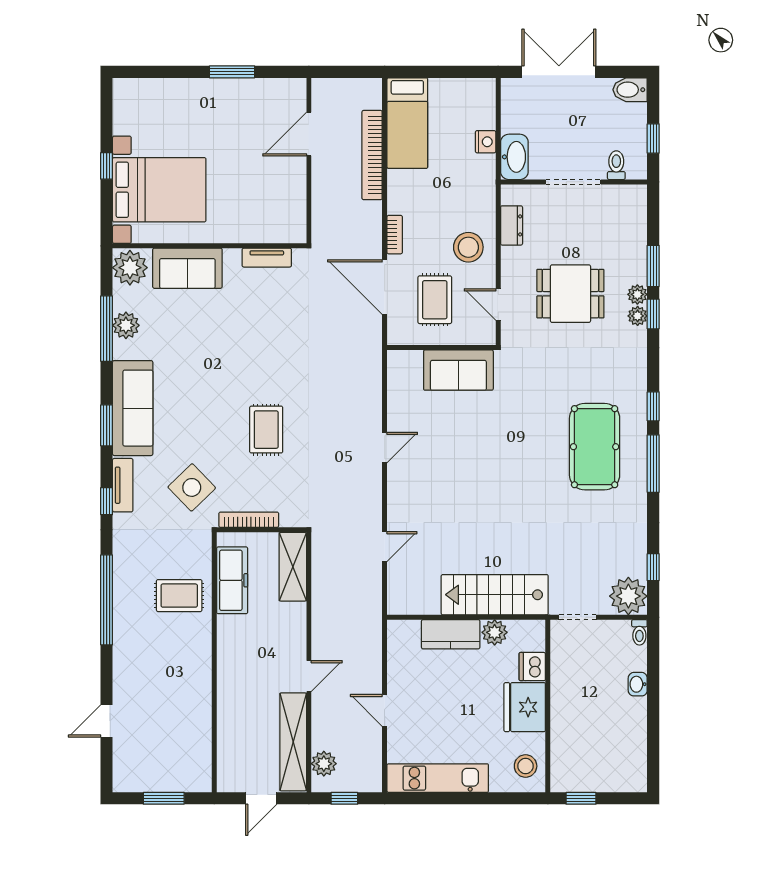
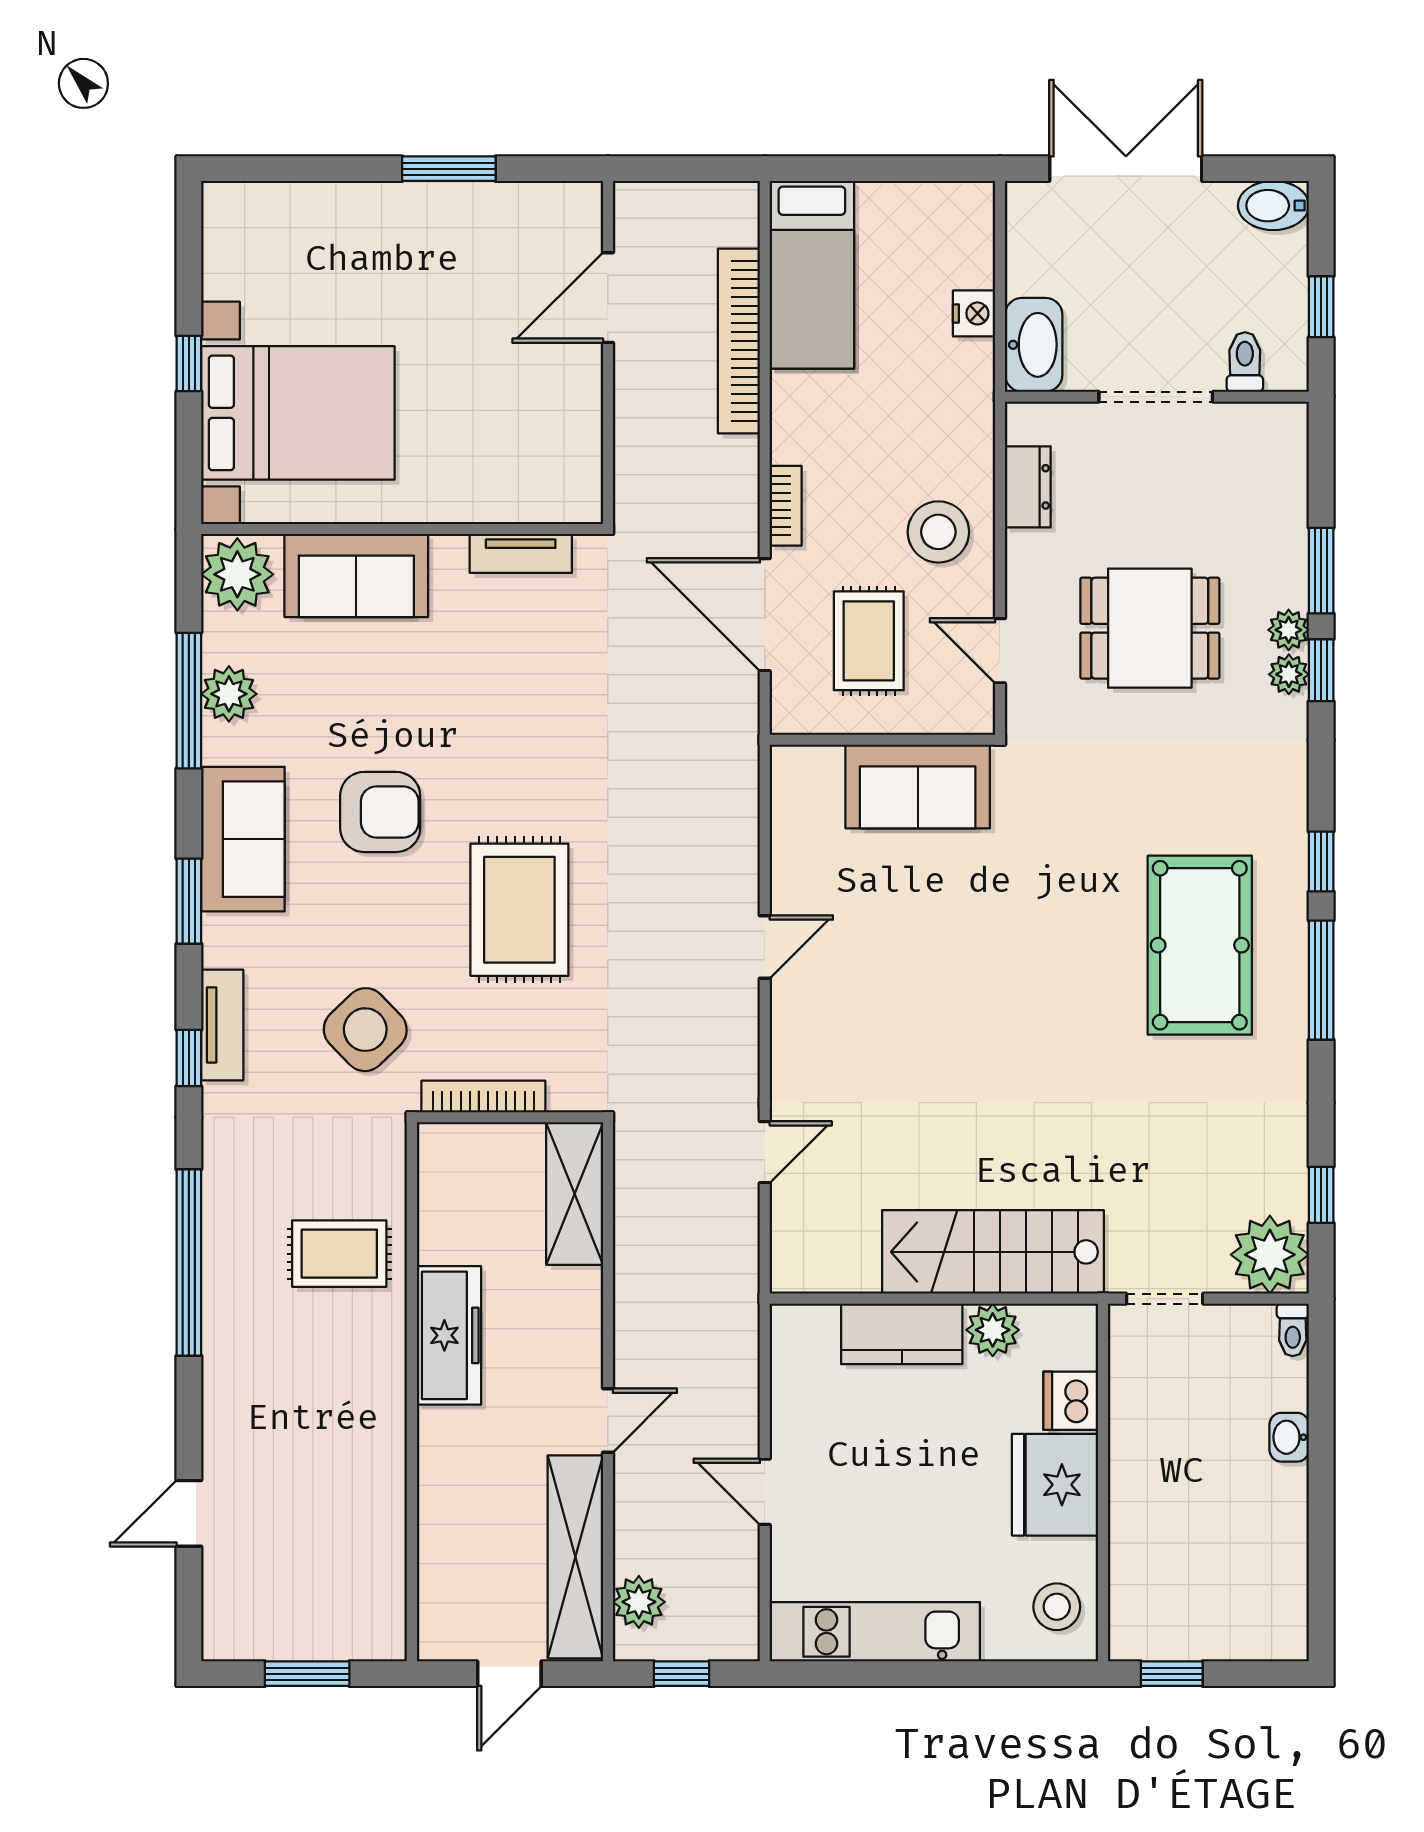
armchair: (199, 382) -> (380, 812), added
sofa: (133, 408) -> (243, 839), width x0.73
rug: (266, 430) -> (519, 910), width x1.36, depth x1.43
freezer: (232, 580) -> (449, 1335), moved

